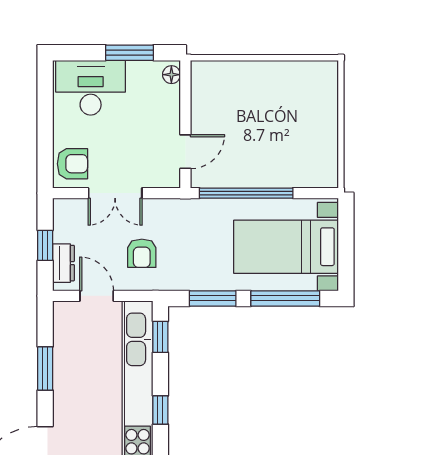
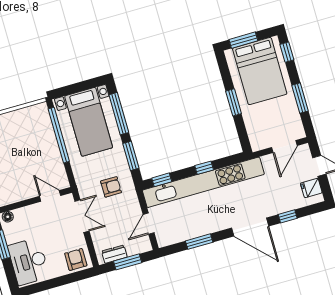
double door: (115, 193) -> (82, 216), moved
window: (246, 193) -> (59, 135), moved
window: (45, 245) -> (128, 262), width x1.50
armchair: (142, 253) -> (111, 187), moved
dresser: (63, 263) -> (114, 254), moved

